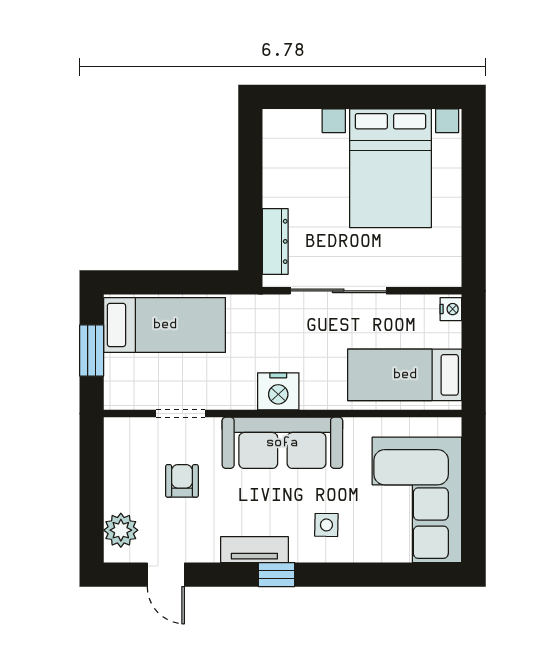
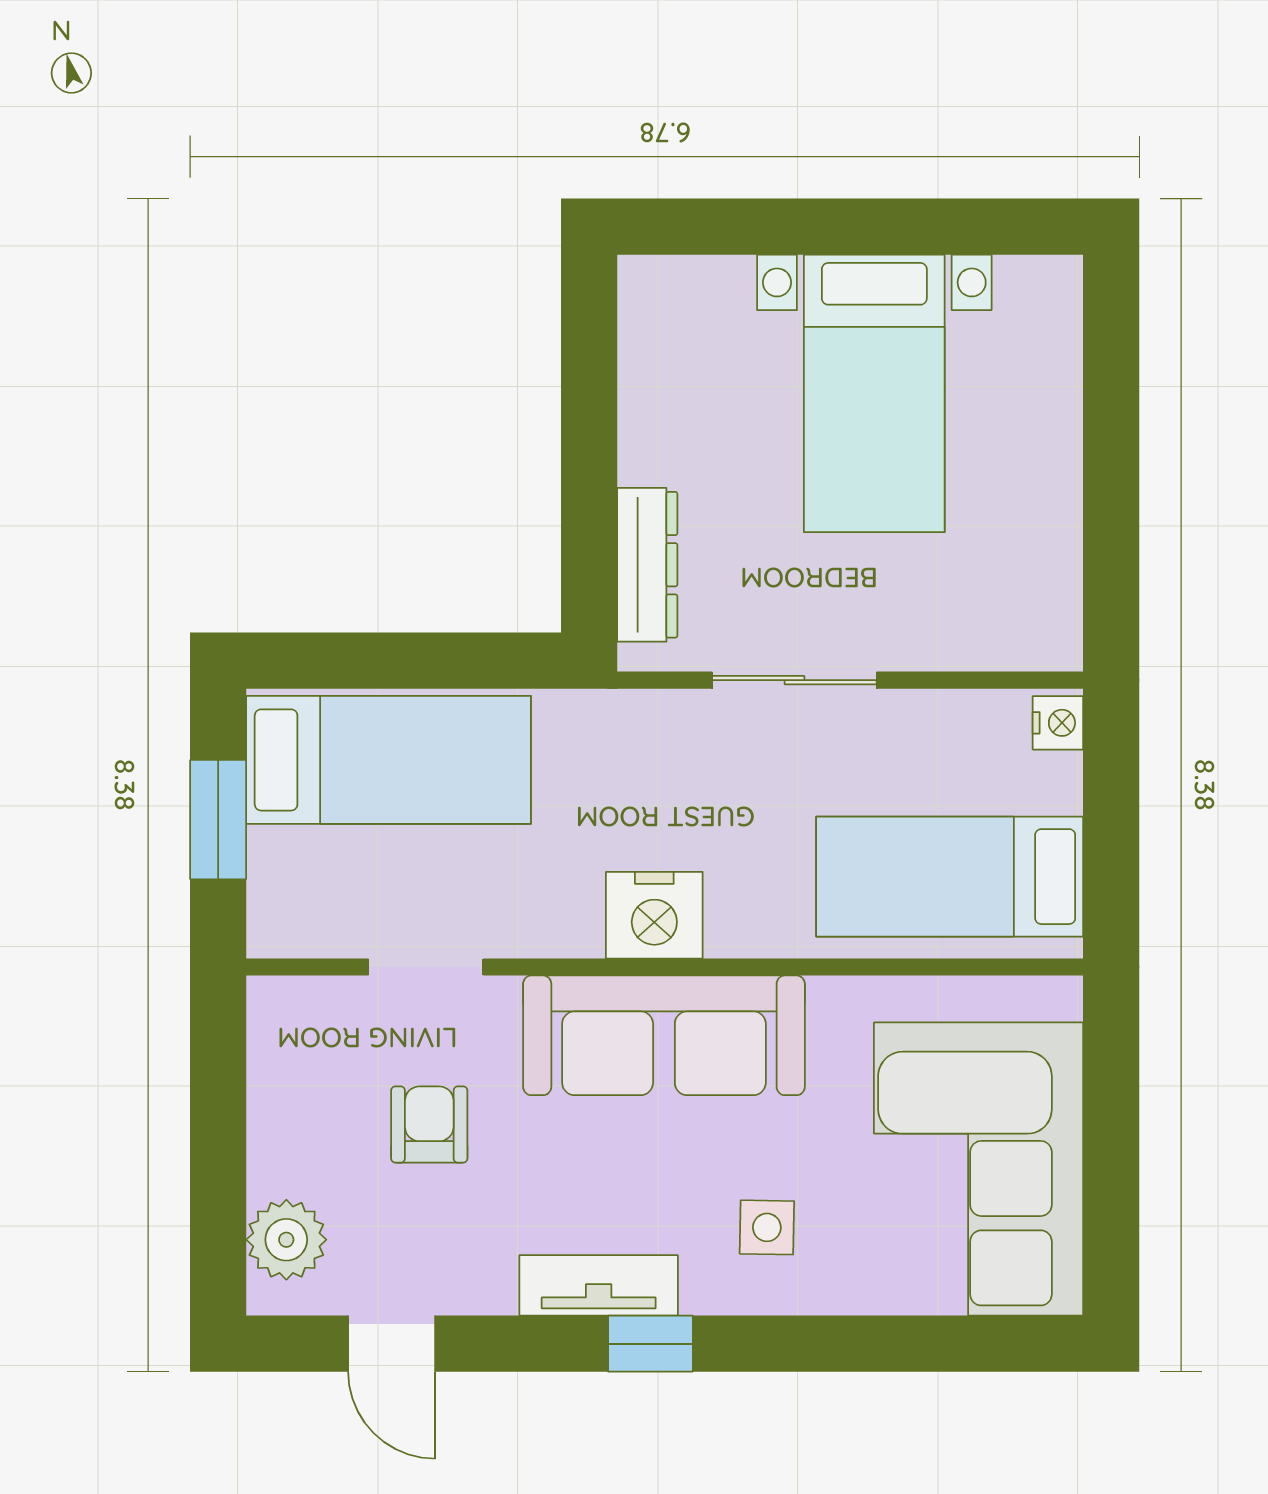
bed with nightstands: (390, 168) -> (874, 393), width x0.73
sliding door: (338, 291) -> (794, 680), width x0.73

